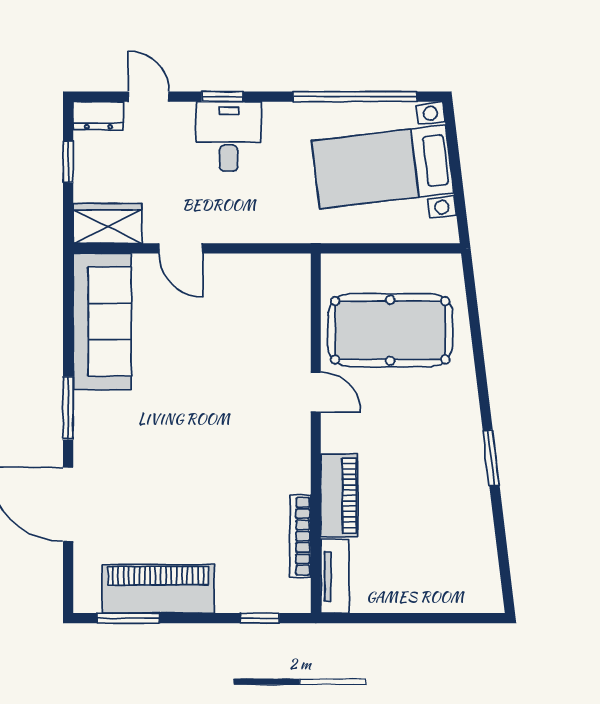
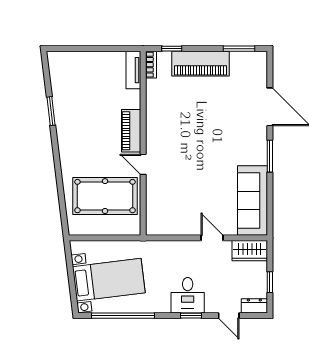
window: (491, 458) -> (51, 111), moved
piano: (339, 495) -> (131, 131), moved
bookcase: (300, 536) -> (151, 65), moved, width x0.64
piano: (158, 589) -> (201, 64), moved

